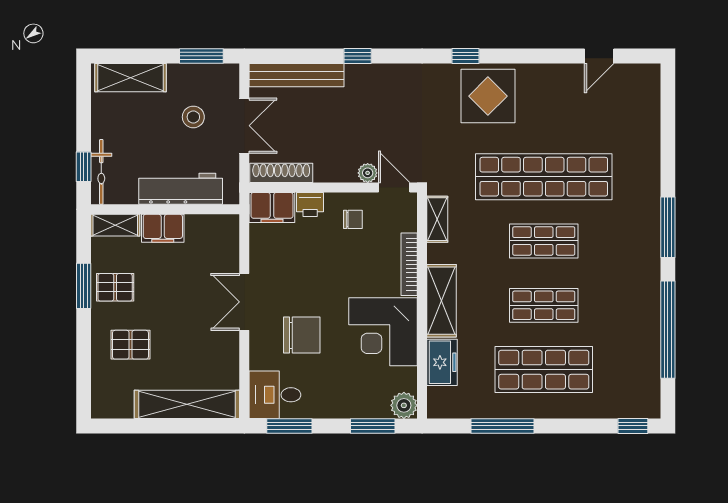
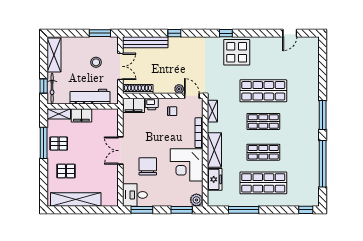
shelving: (131, 78) -> (54, 55), moved, turned 90
shop shelf: (544, 177) -> (263, 91), width x0.71
window: (84, 286) -> (44, 143), width x1.44
chair: (302, 335) -> (148, 166), turned -90
shelving: (187, 404) -> (76, 199), moved

